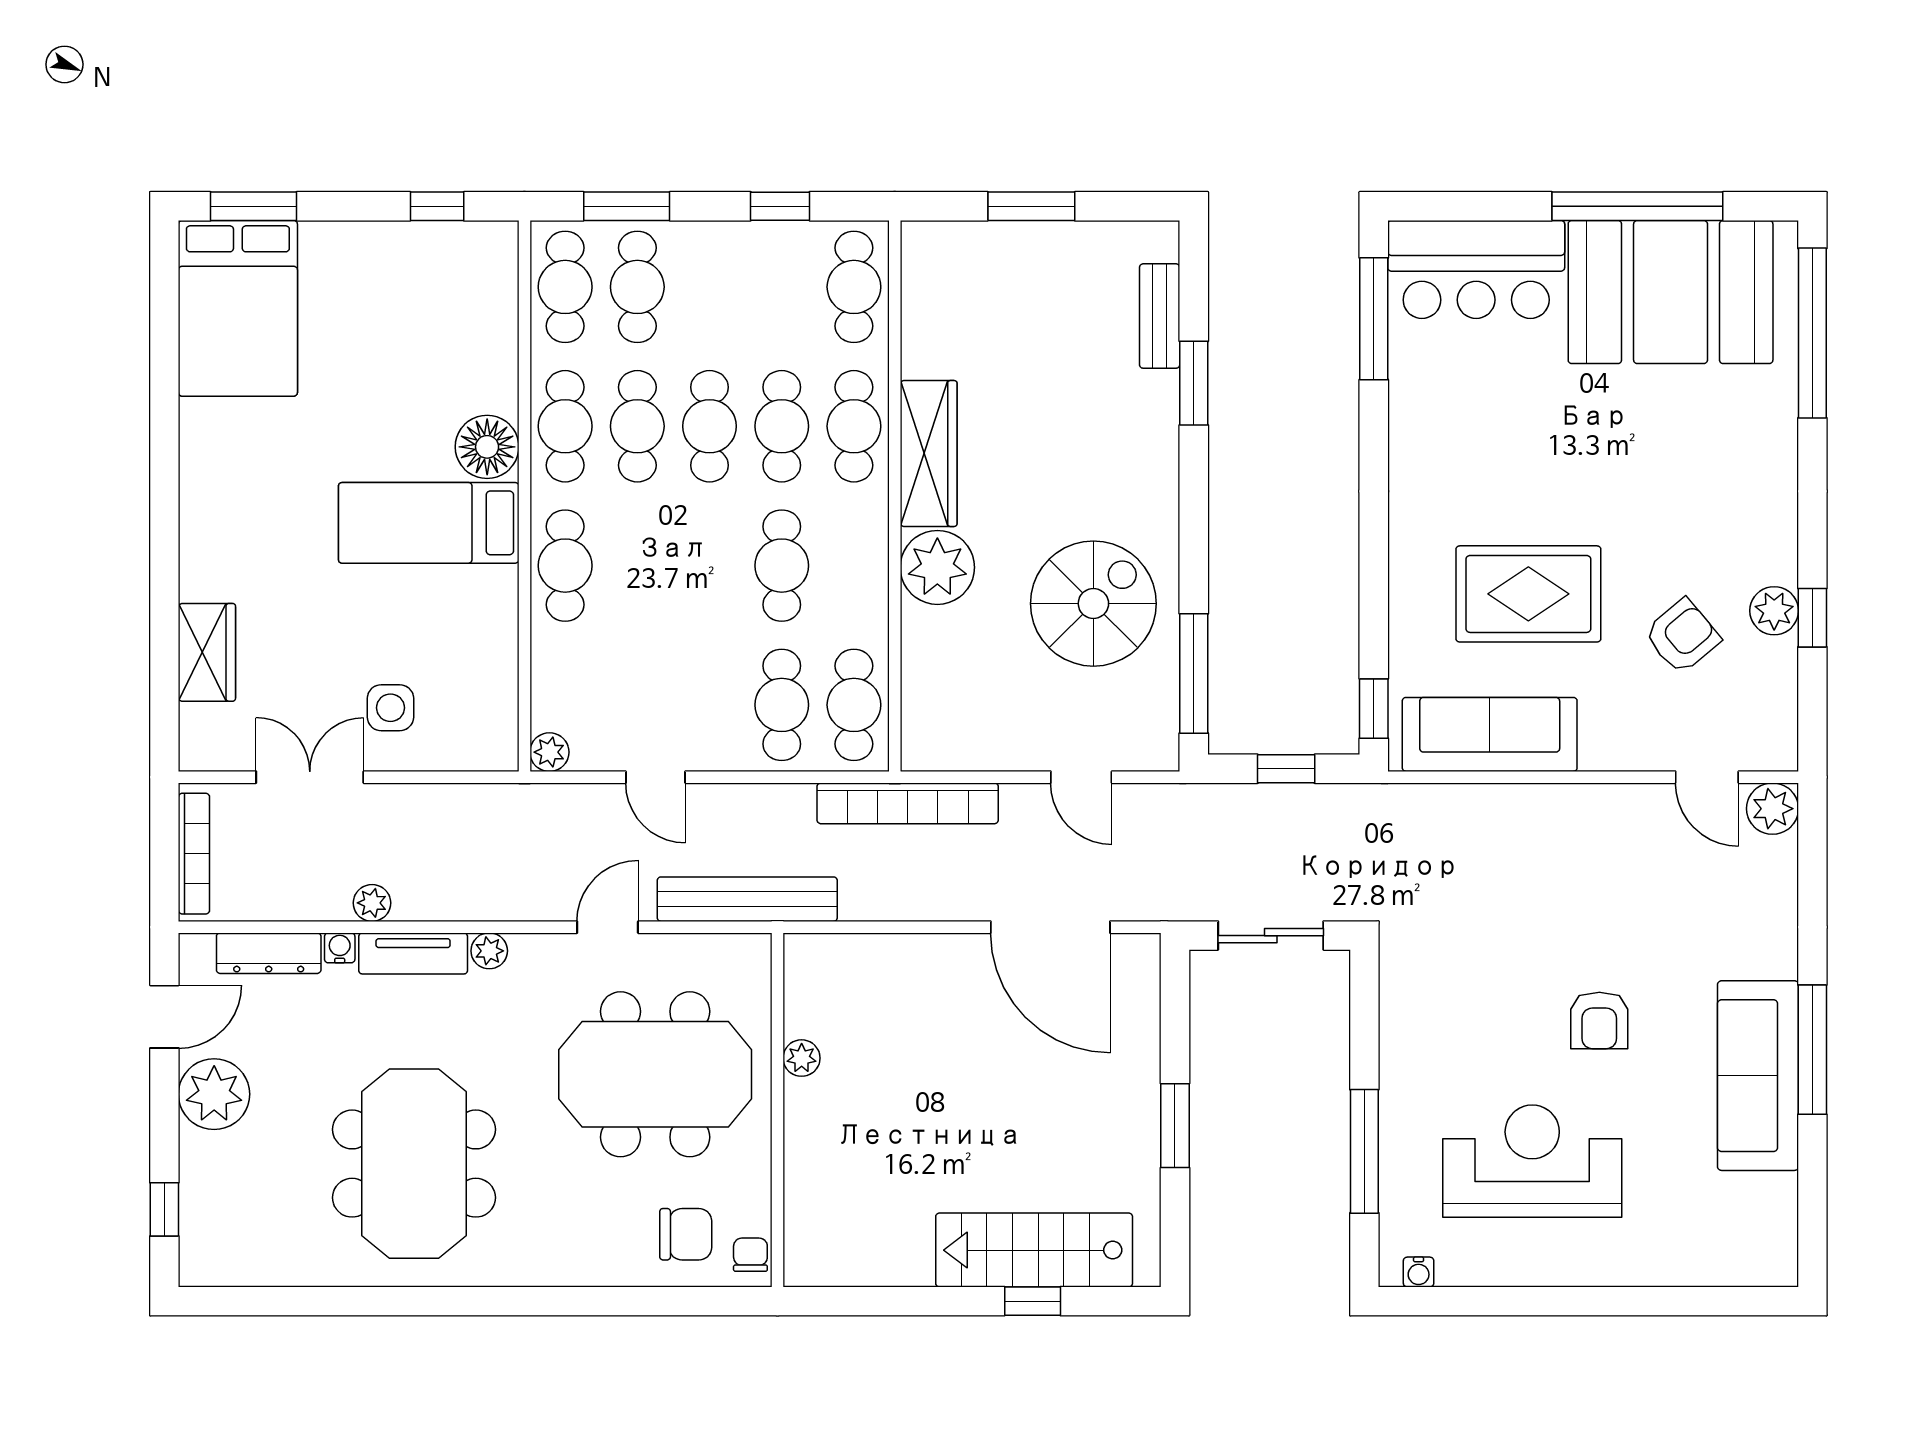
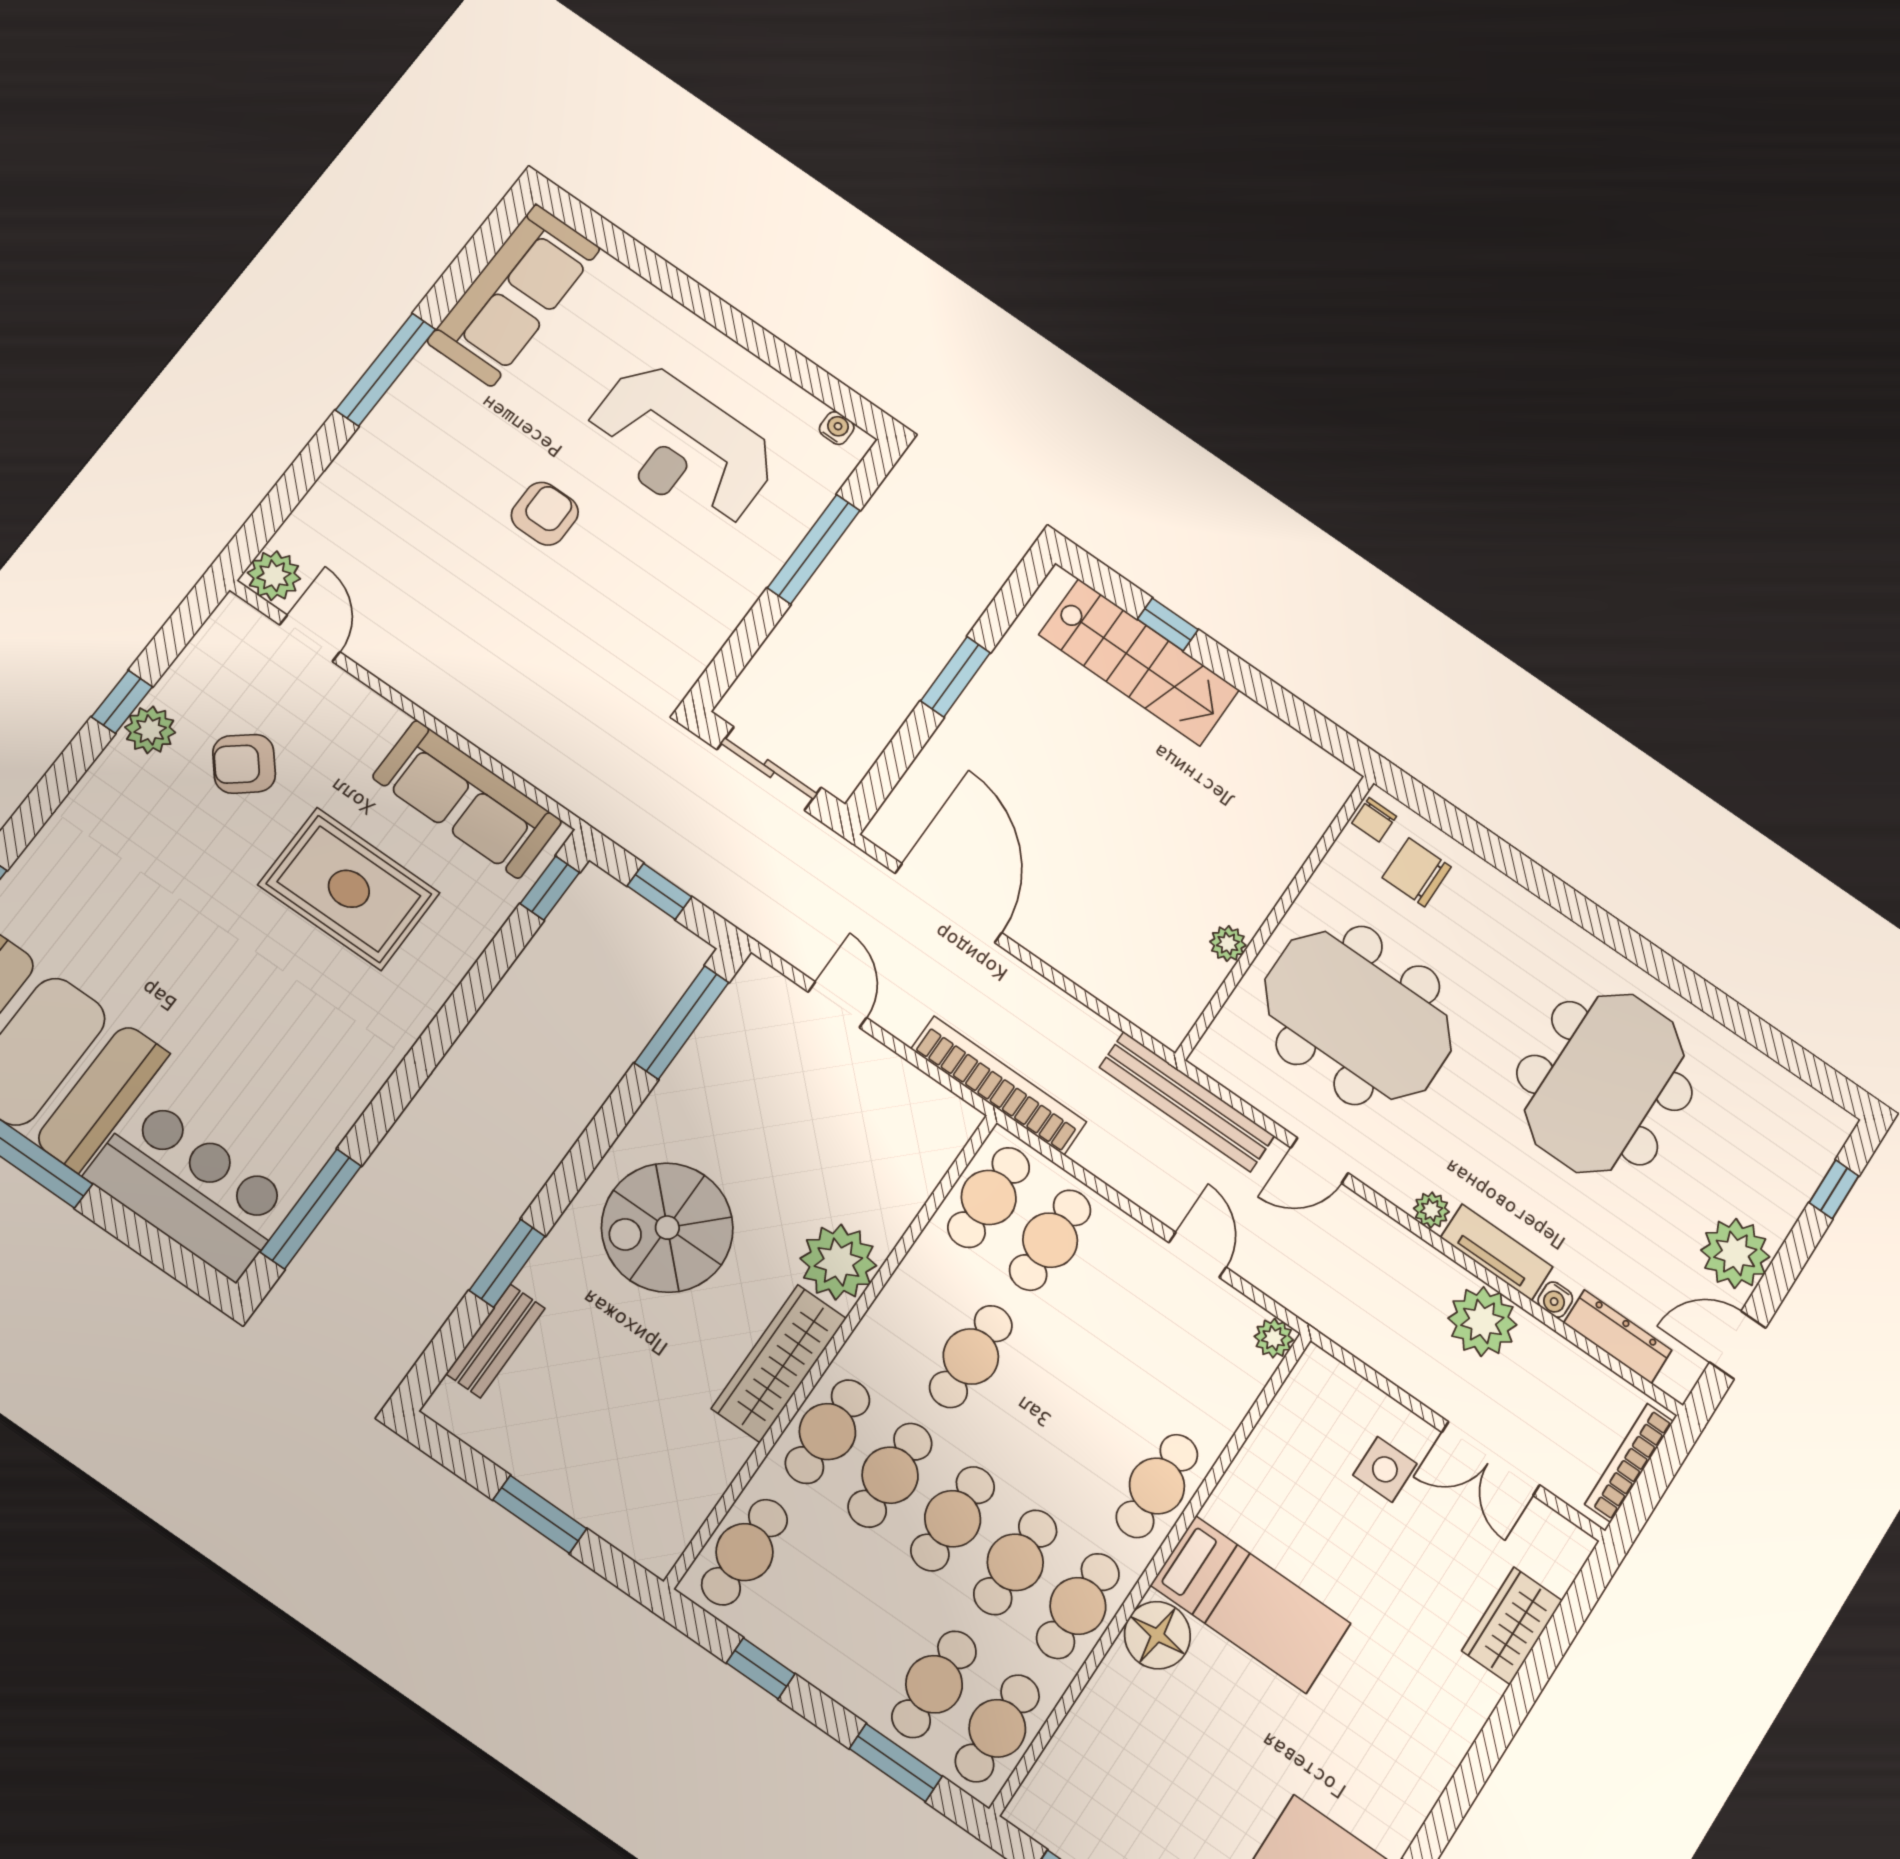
spiral stairs: (1093, 604) -> (667, 1228), moved
plant: (372, 903) -> (1482, 1321), width x1.88, depth x1.88
sofa: (1758, 1076) -> (514, 295), moved

